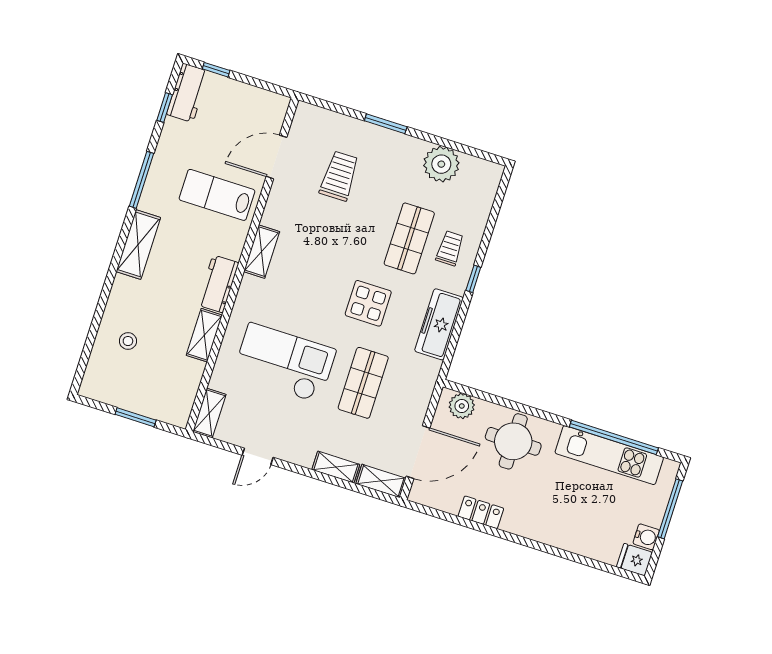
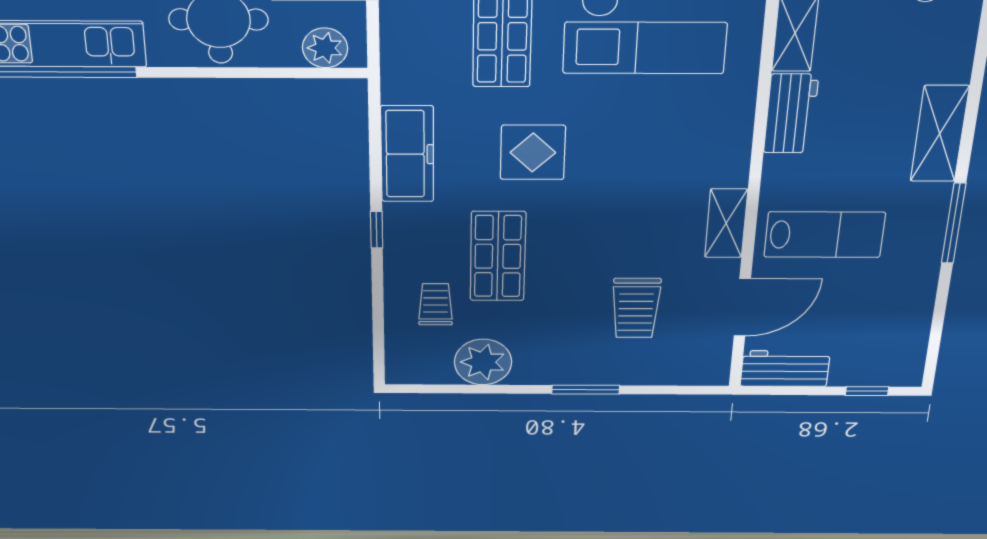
workbench: (188, 93) -> (785, 369), moved, turned 90
window: (165, 107) -> (937, 326), removed
trolley: (450, 248) -> (436, 304), moved, turned 180
shelving: (262, 252) -> (726, 223), moved

